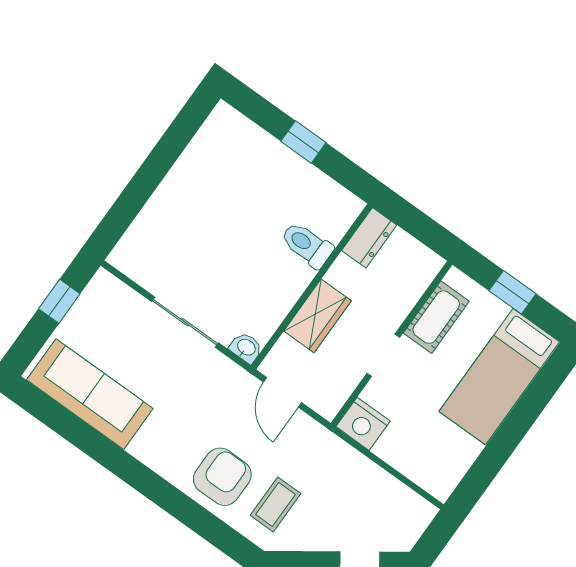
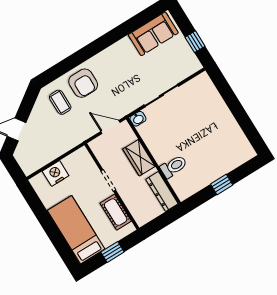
dresser: (369, 238) -> (162, 192), width x1.44
sofa: (90, 394) -> (153, 34), width x0.73
nightstand: (363, 424) -> (56, 173), moved

